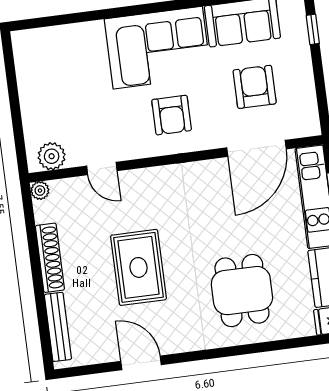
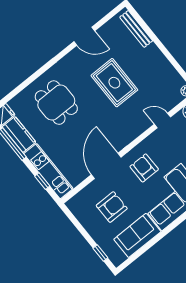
armchair: (255, 87) -> (112, 207), turned -90
door: (256, 148) -> (106, 166), moved
shoe rack: (50, 258) -> (161, 61), removed

